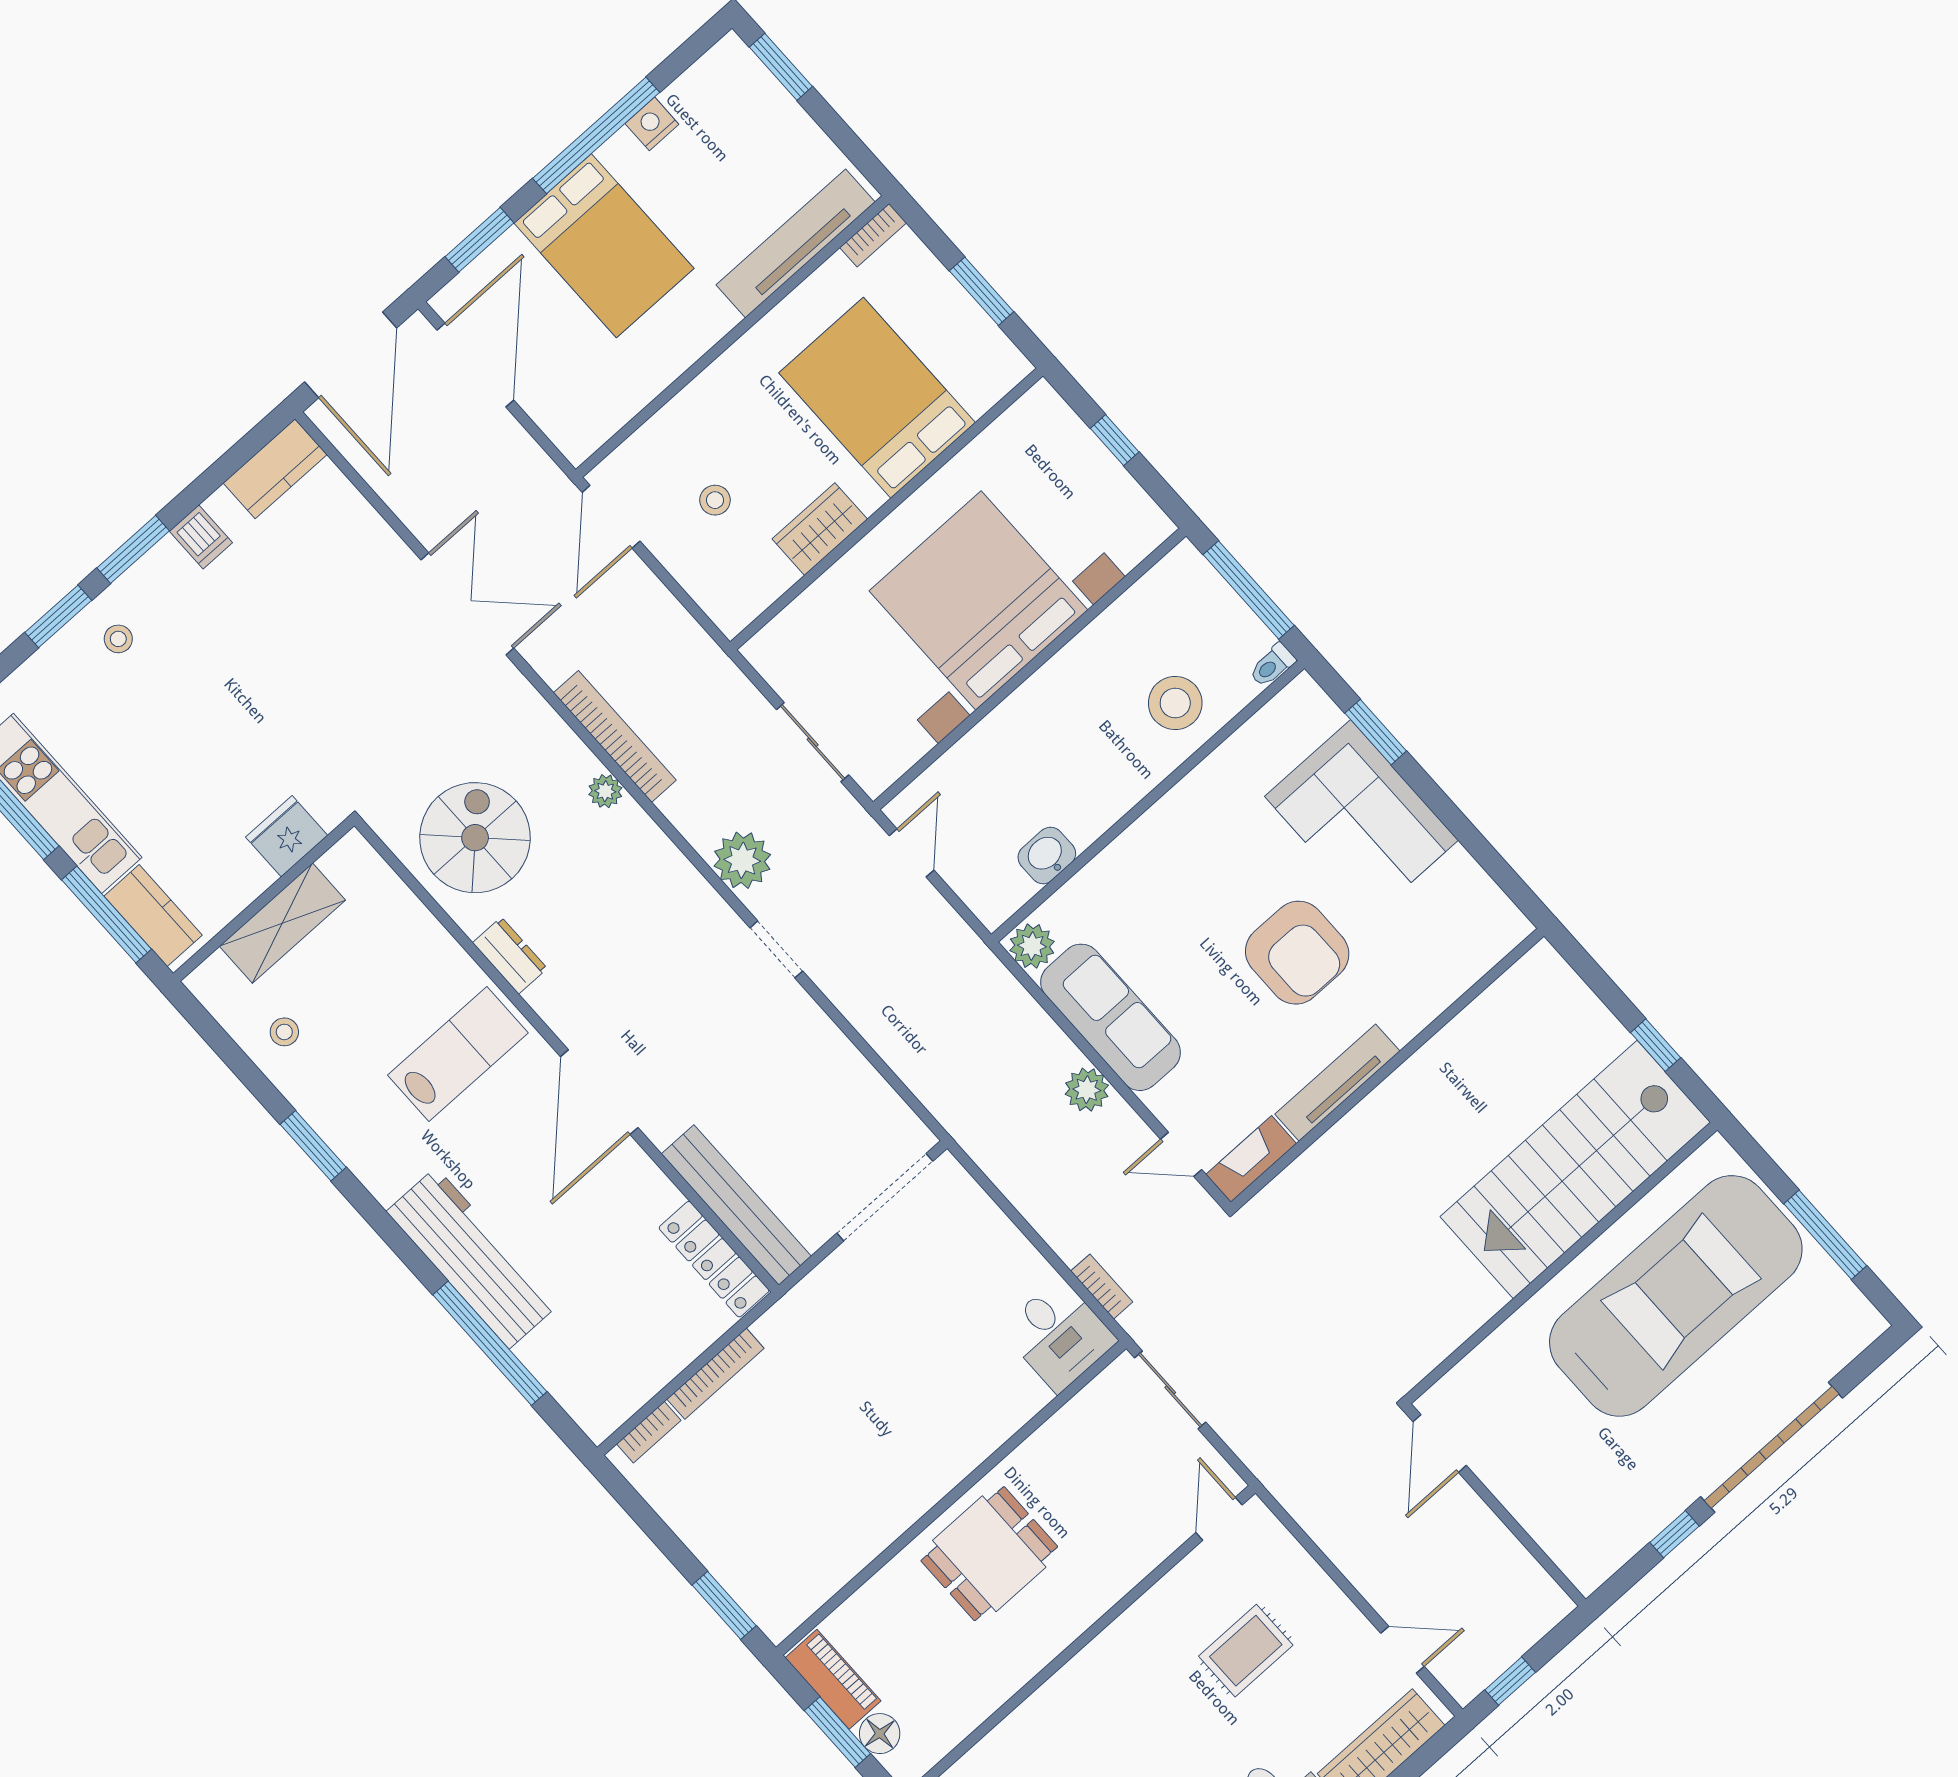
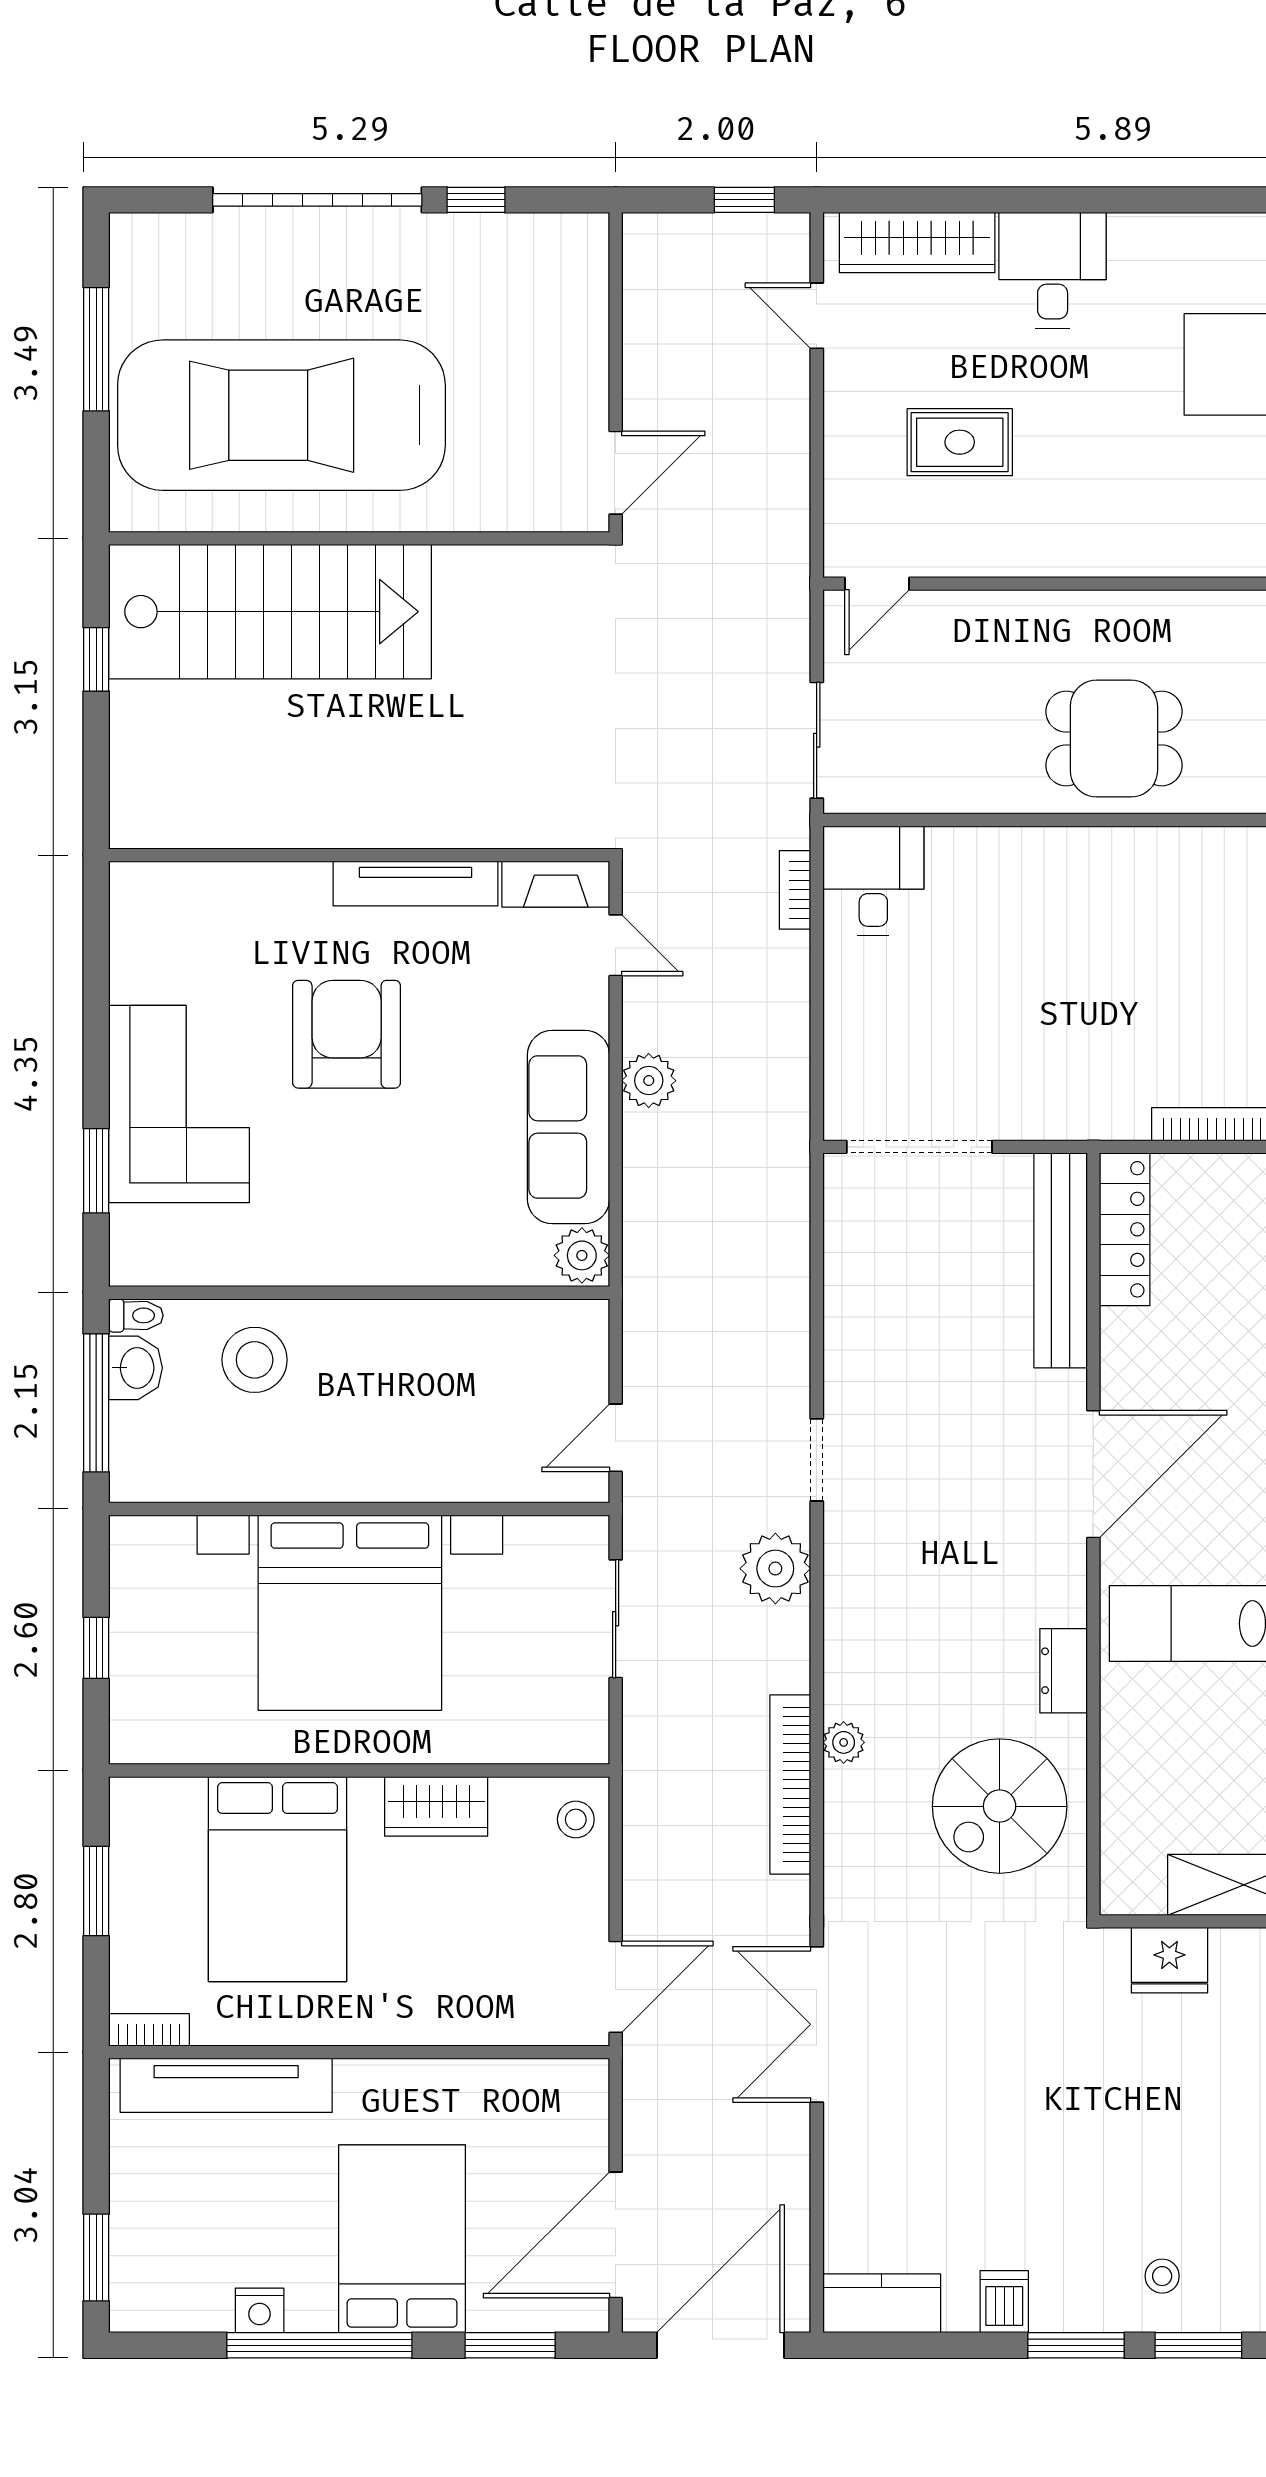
stool: (715, 500) -> (576, 1819), moved
washbasin: (1047, 855) -> (136, 1368), moved, turned -90

